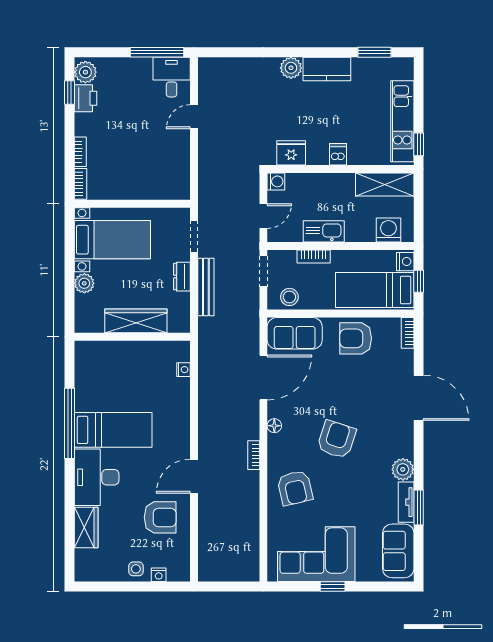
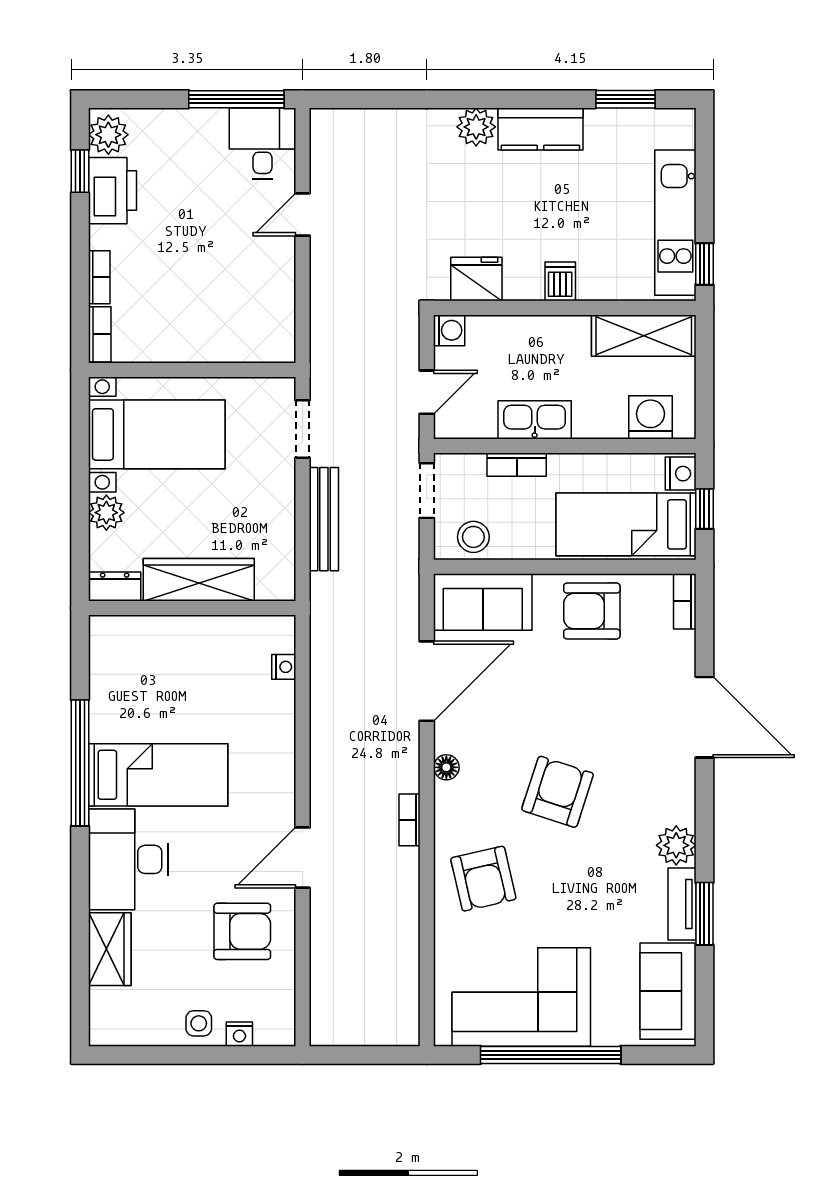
printer: (86, 98) -> (112, 191), width x1.37, depth x1.19
dresser: (182, 277) -> (115, 587), moved, turned 90
window: (333, 587) -> (551, 1055), width x3.17

